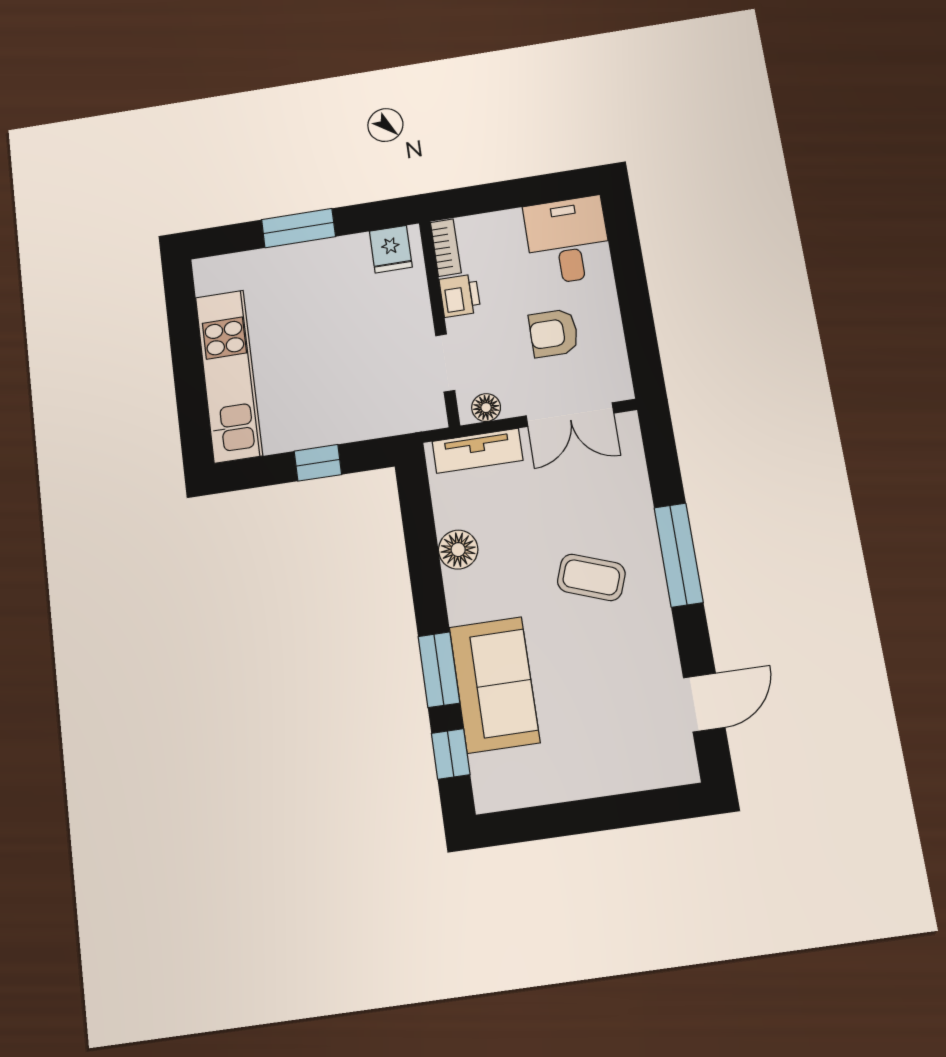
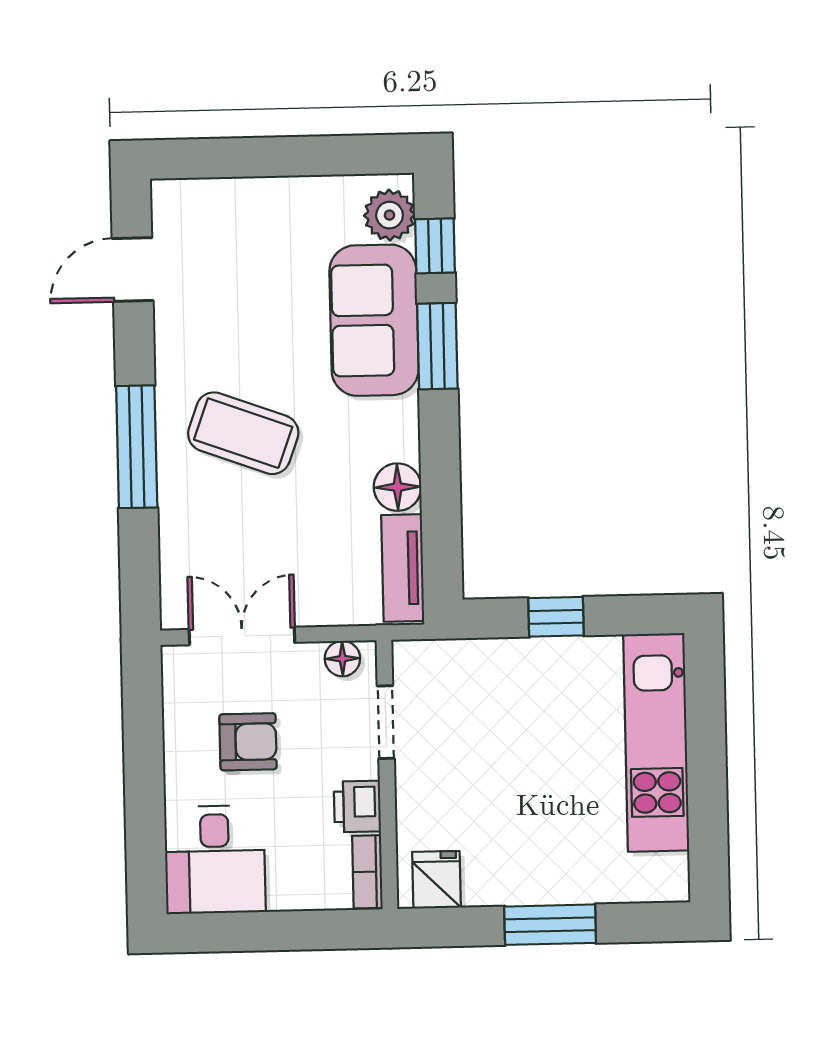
tv unit: (478, 451) -> (403, 568), moved, turned -90
coffee table: (591, 577) -> (243, 433), width x1.36, depth x1.30
plant: (492, 776) -> (390, 215), added

